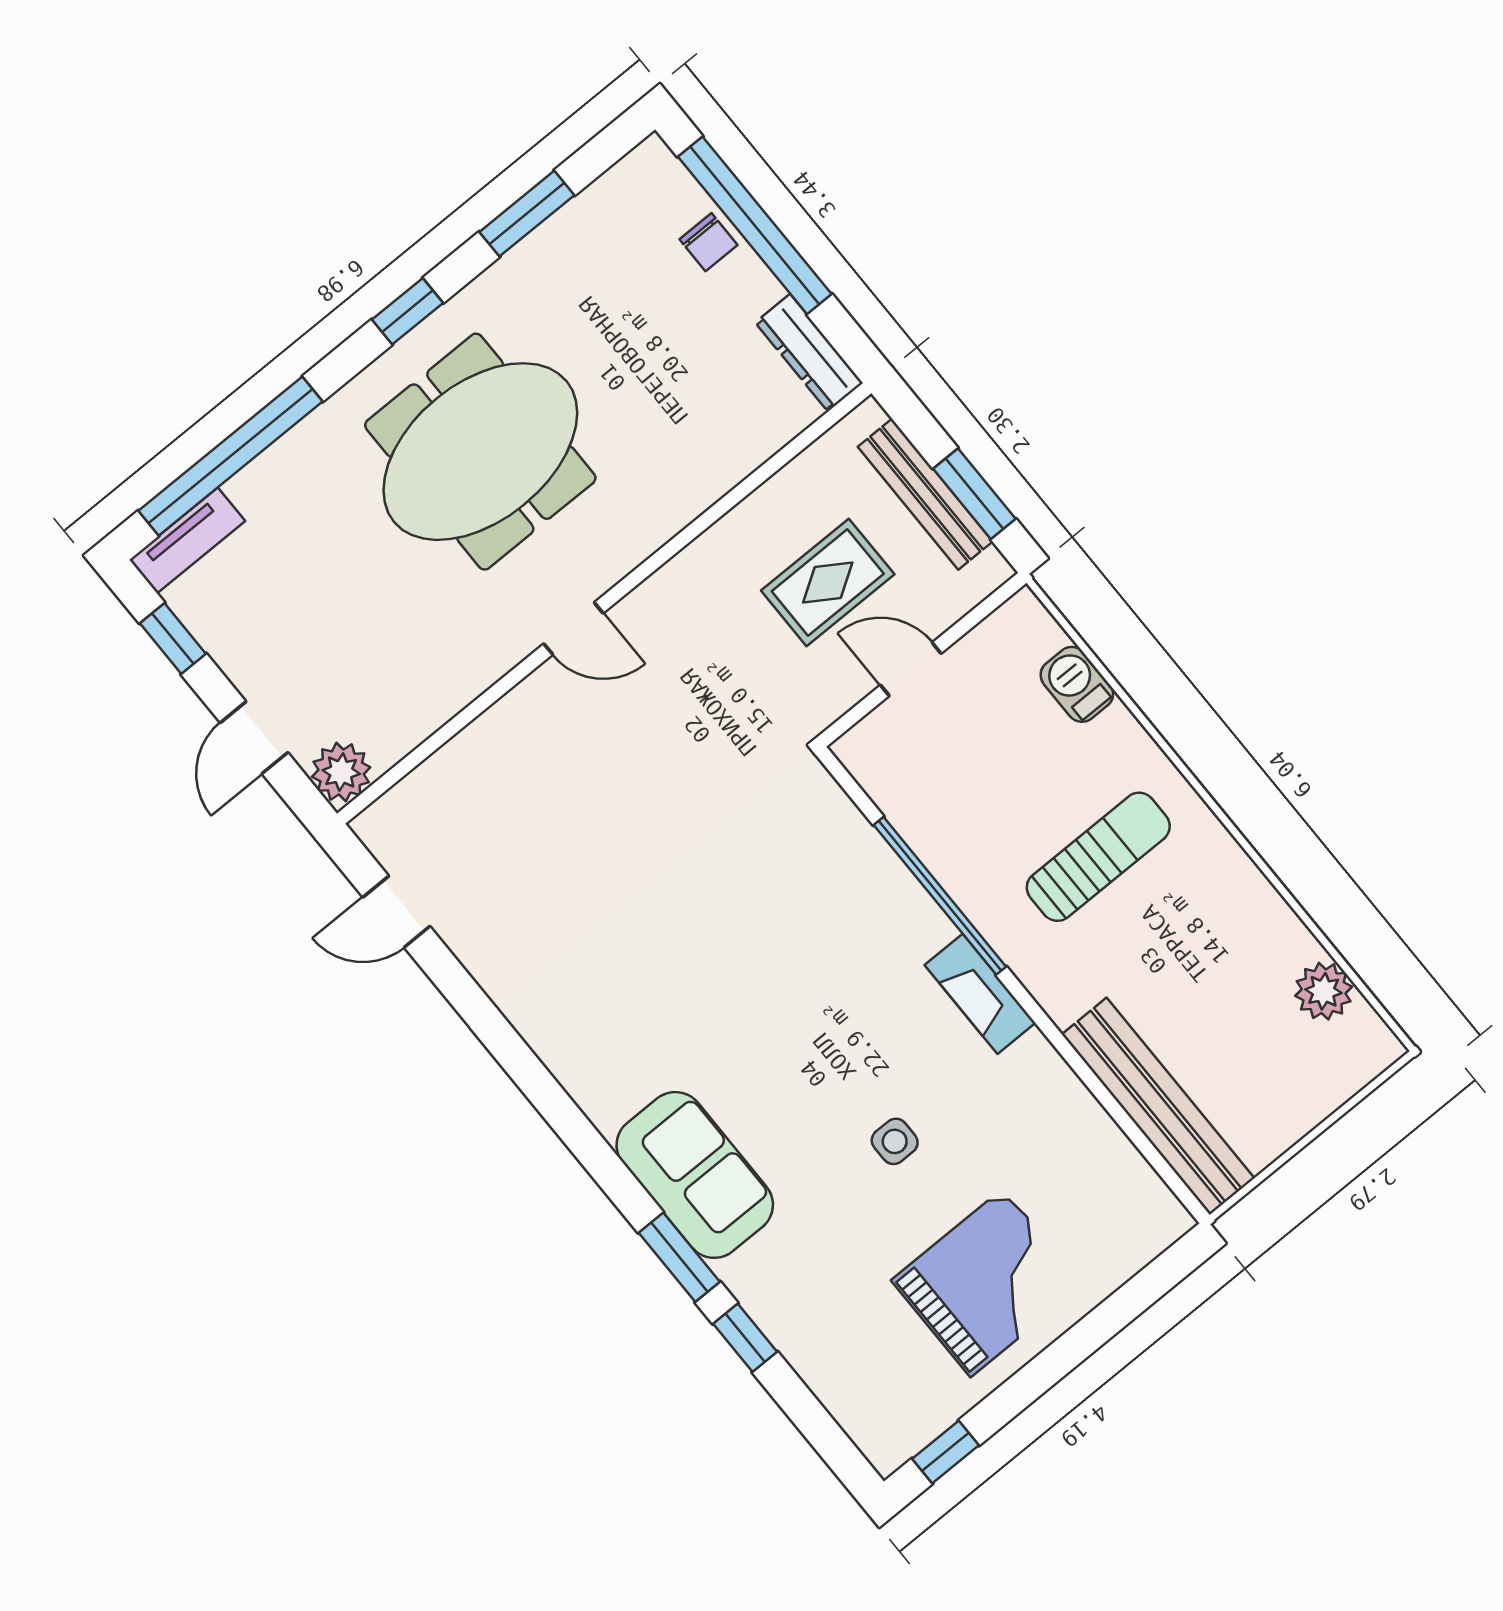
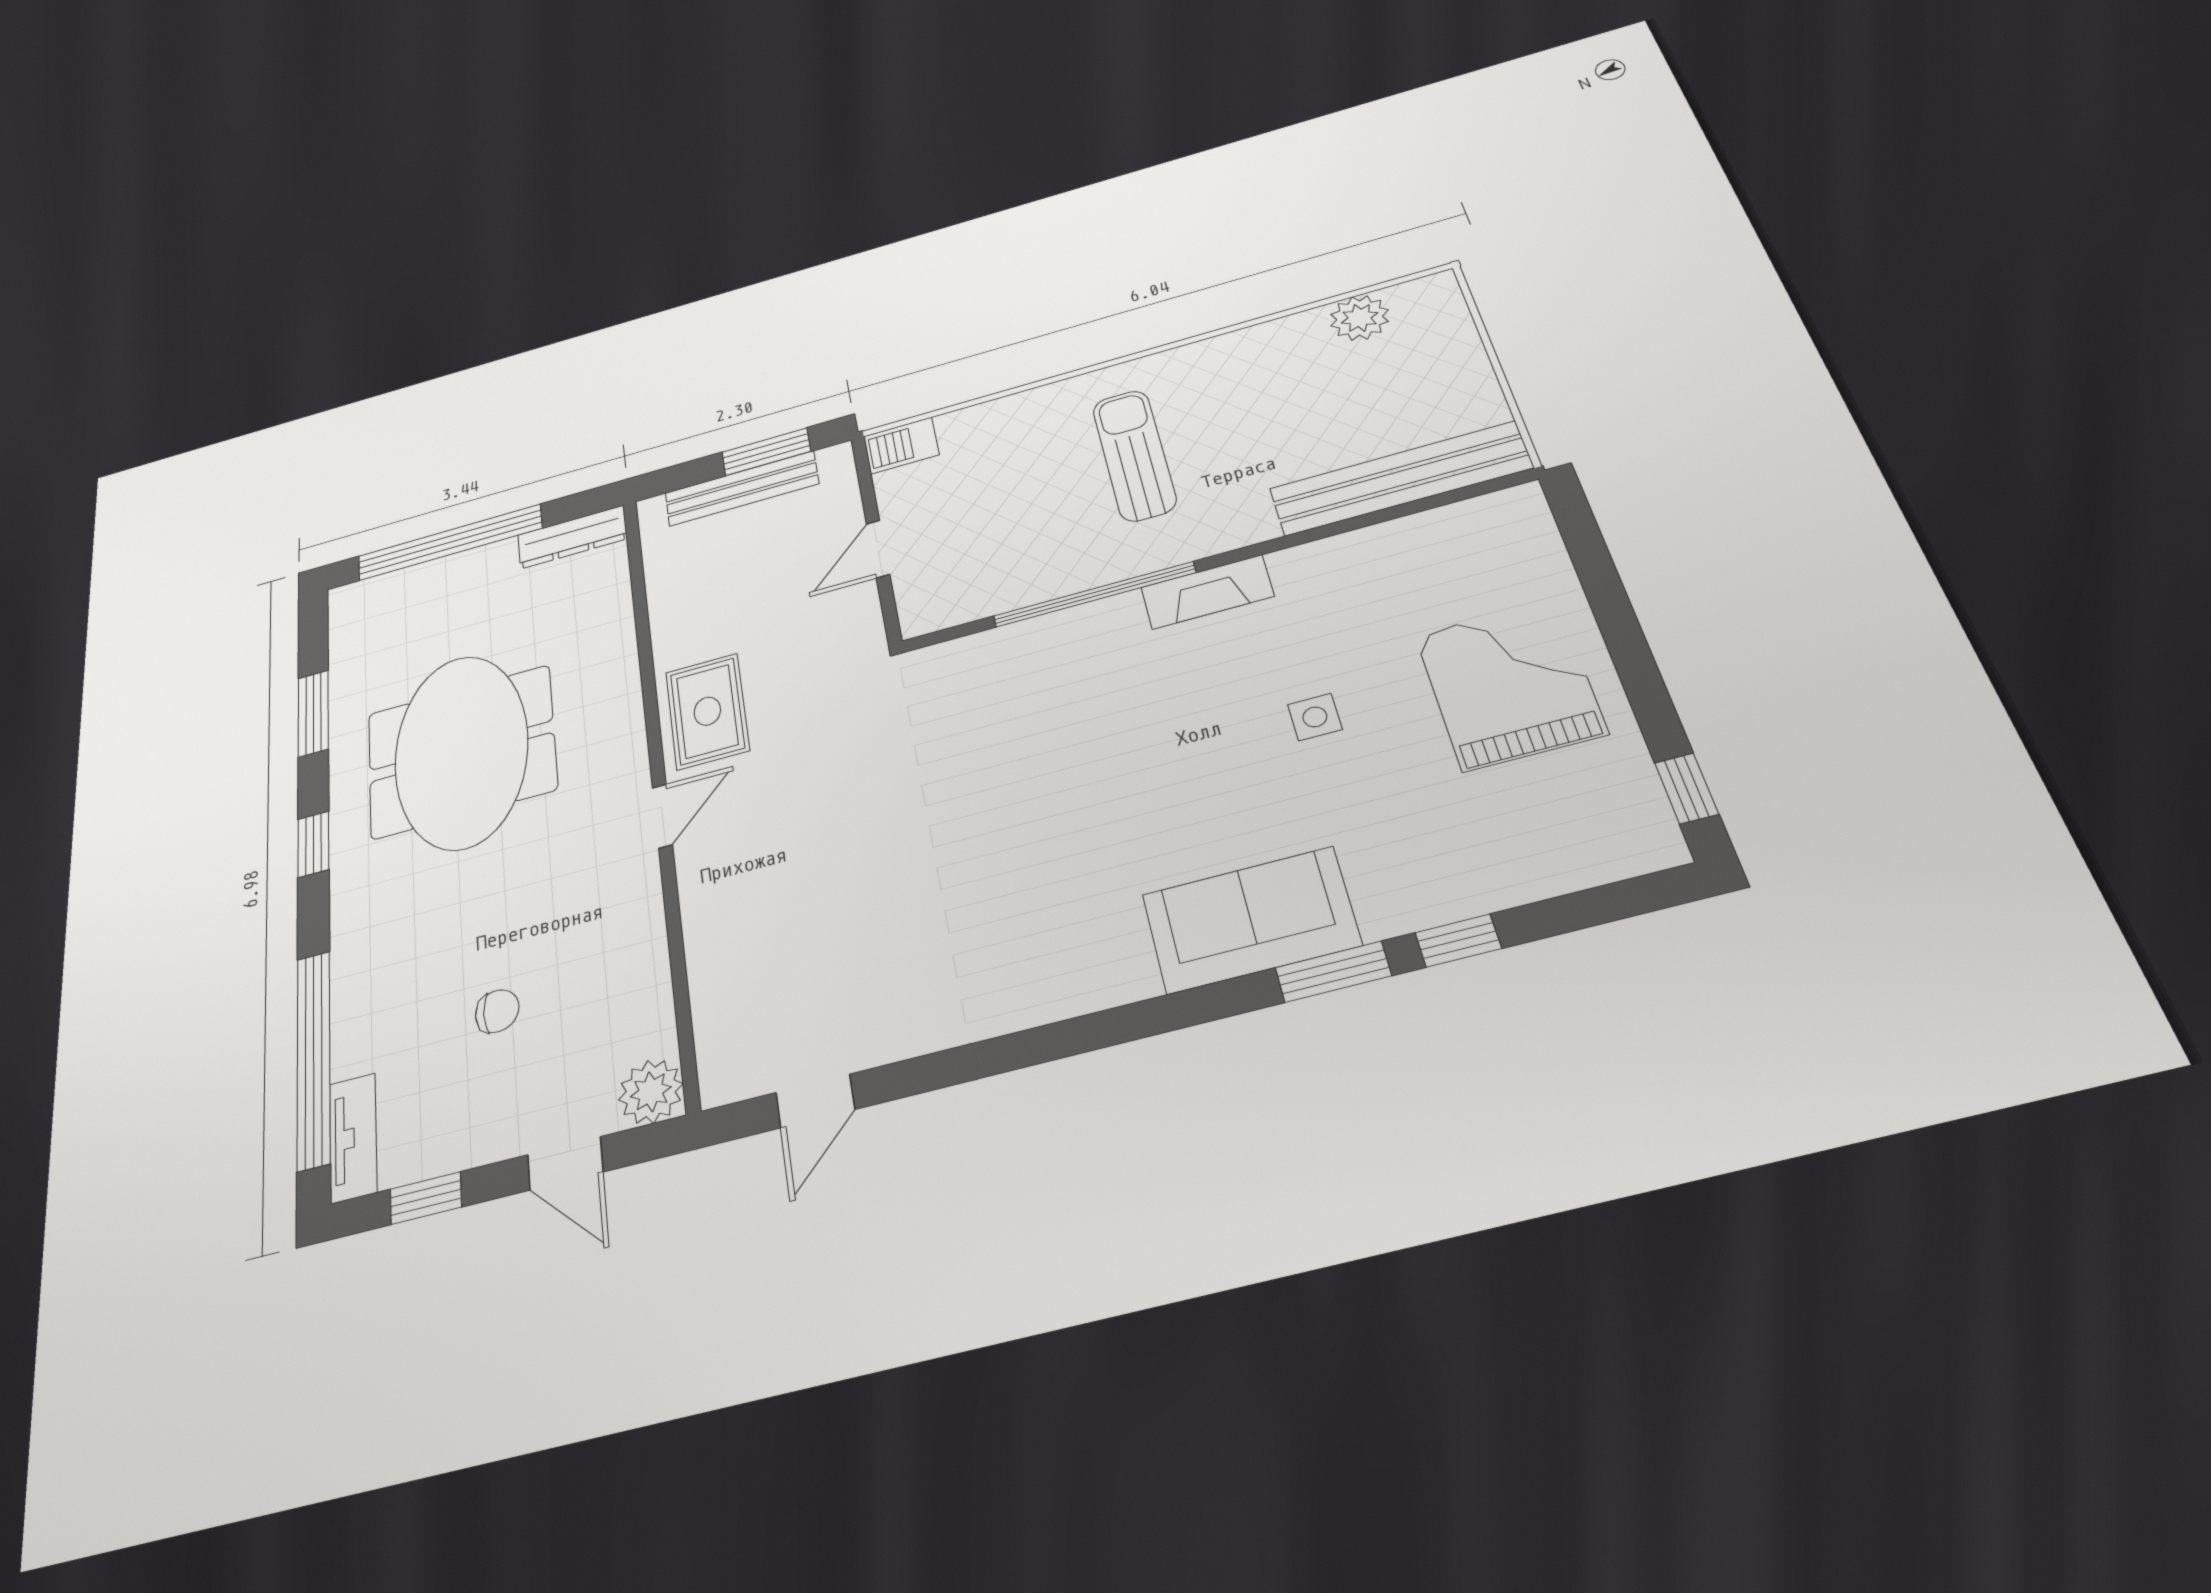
chair: (708, 242) -> (497, 1011), moved
meeting table: (480, 452) -> (461, 751), moved
rug: (828, 582) -> (707, 711), moved
barbecue: (1077, 684) -> (901, 446), moved

